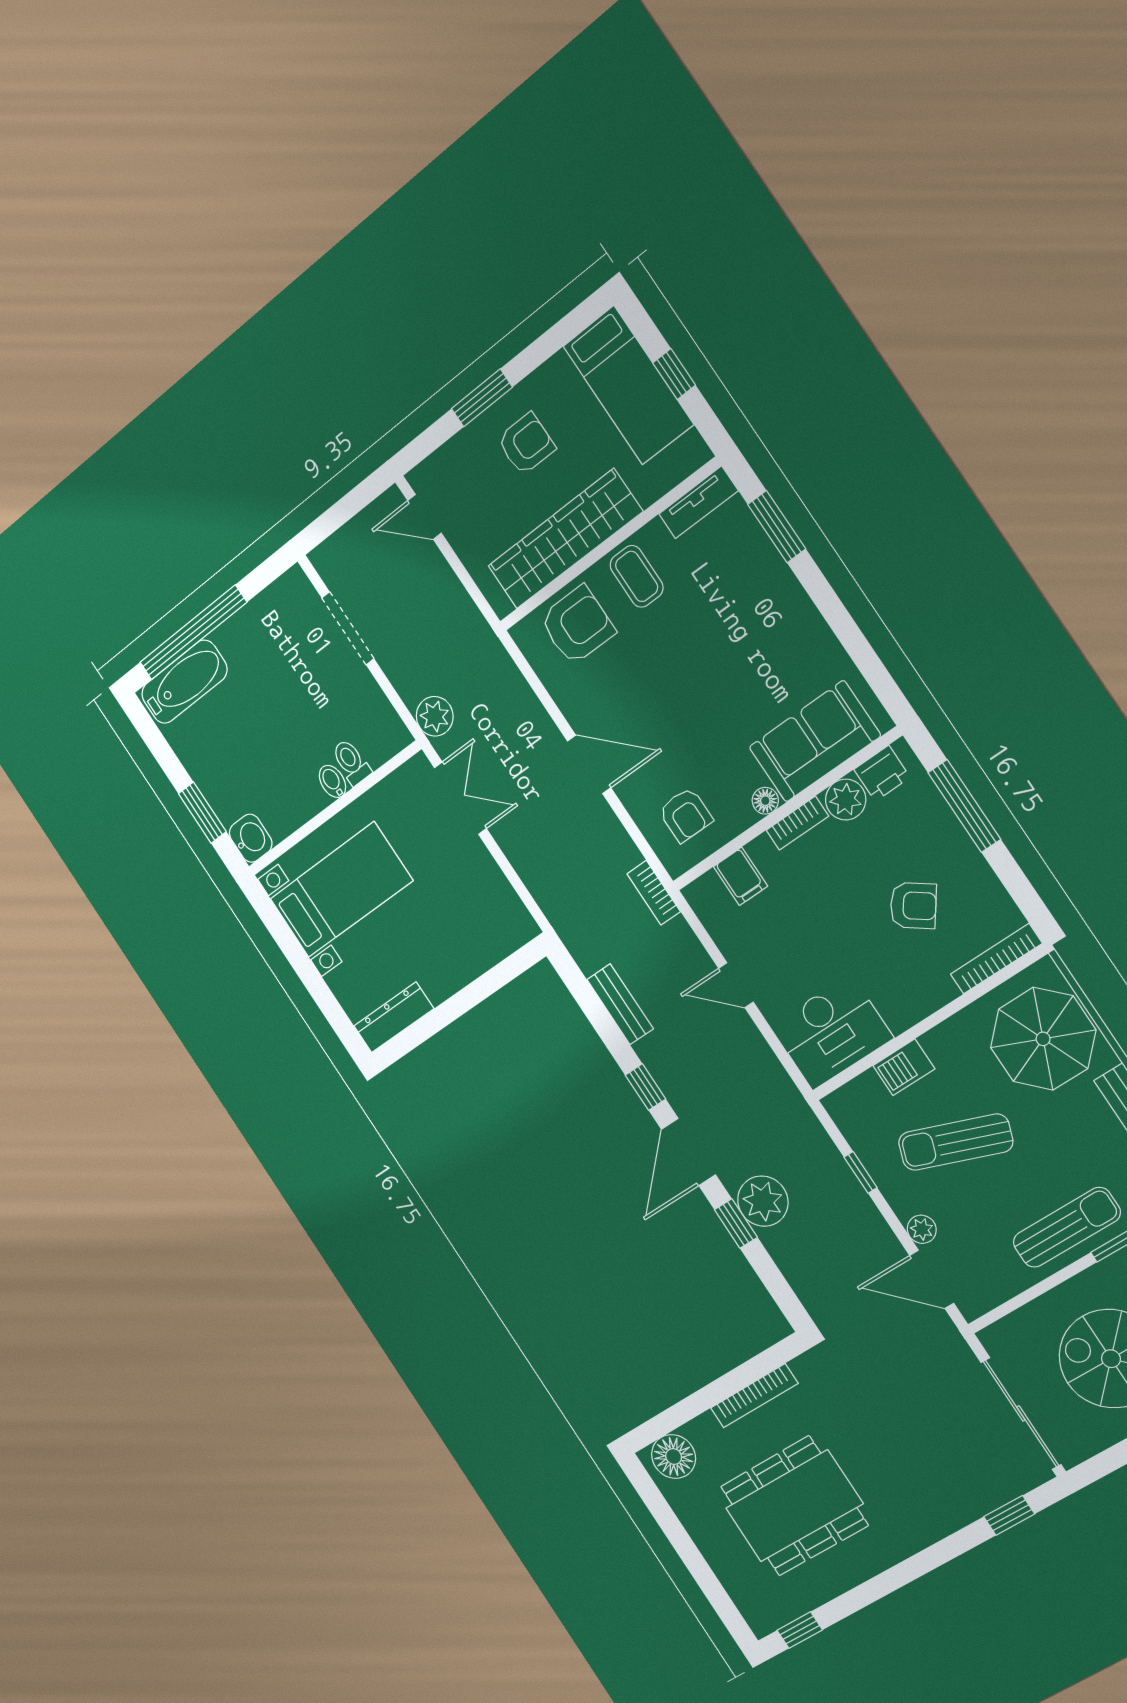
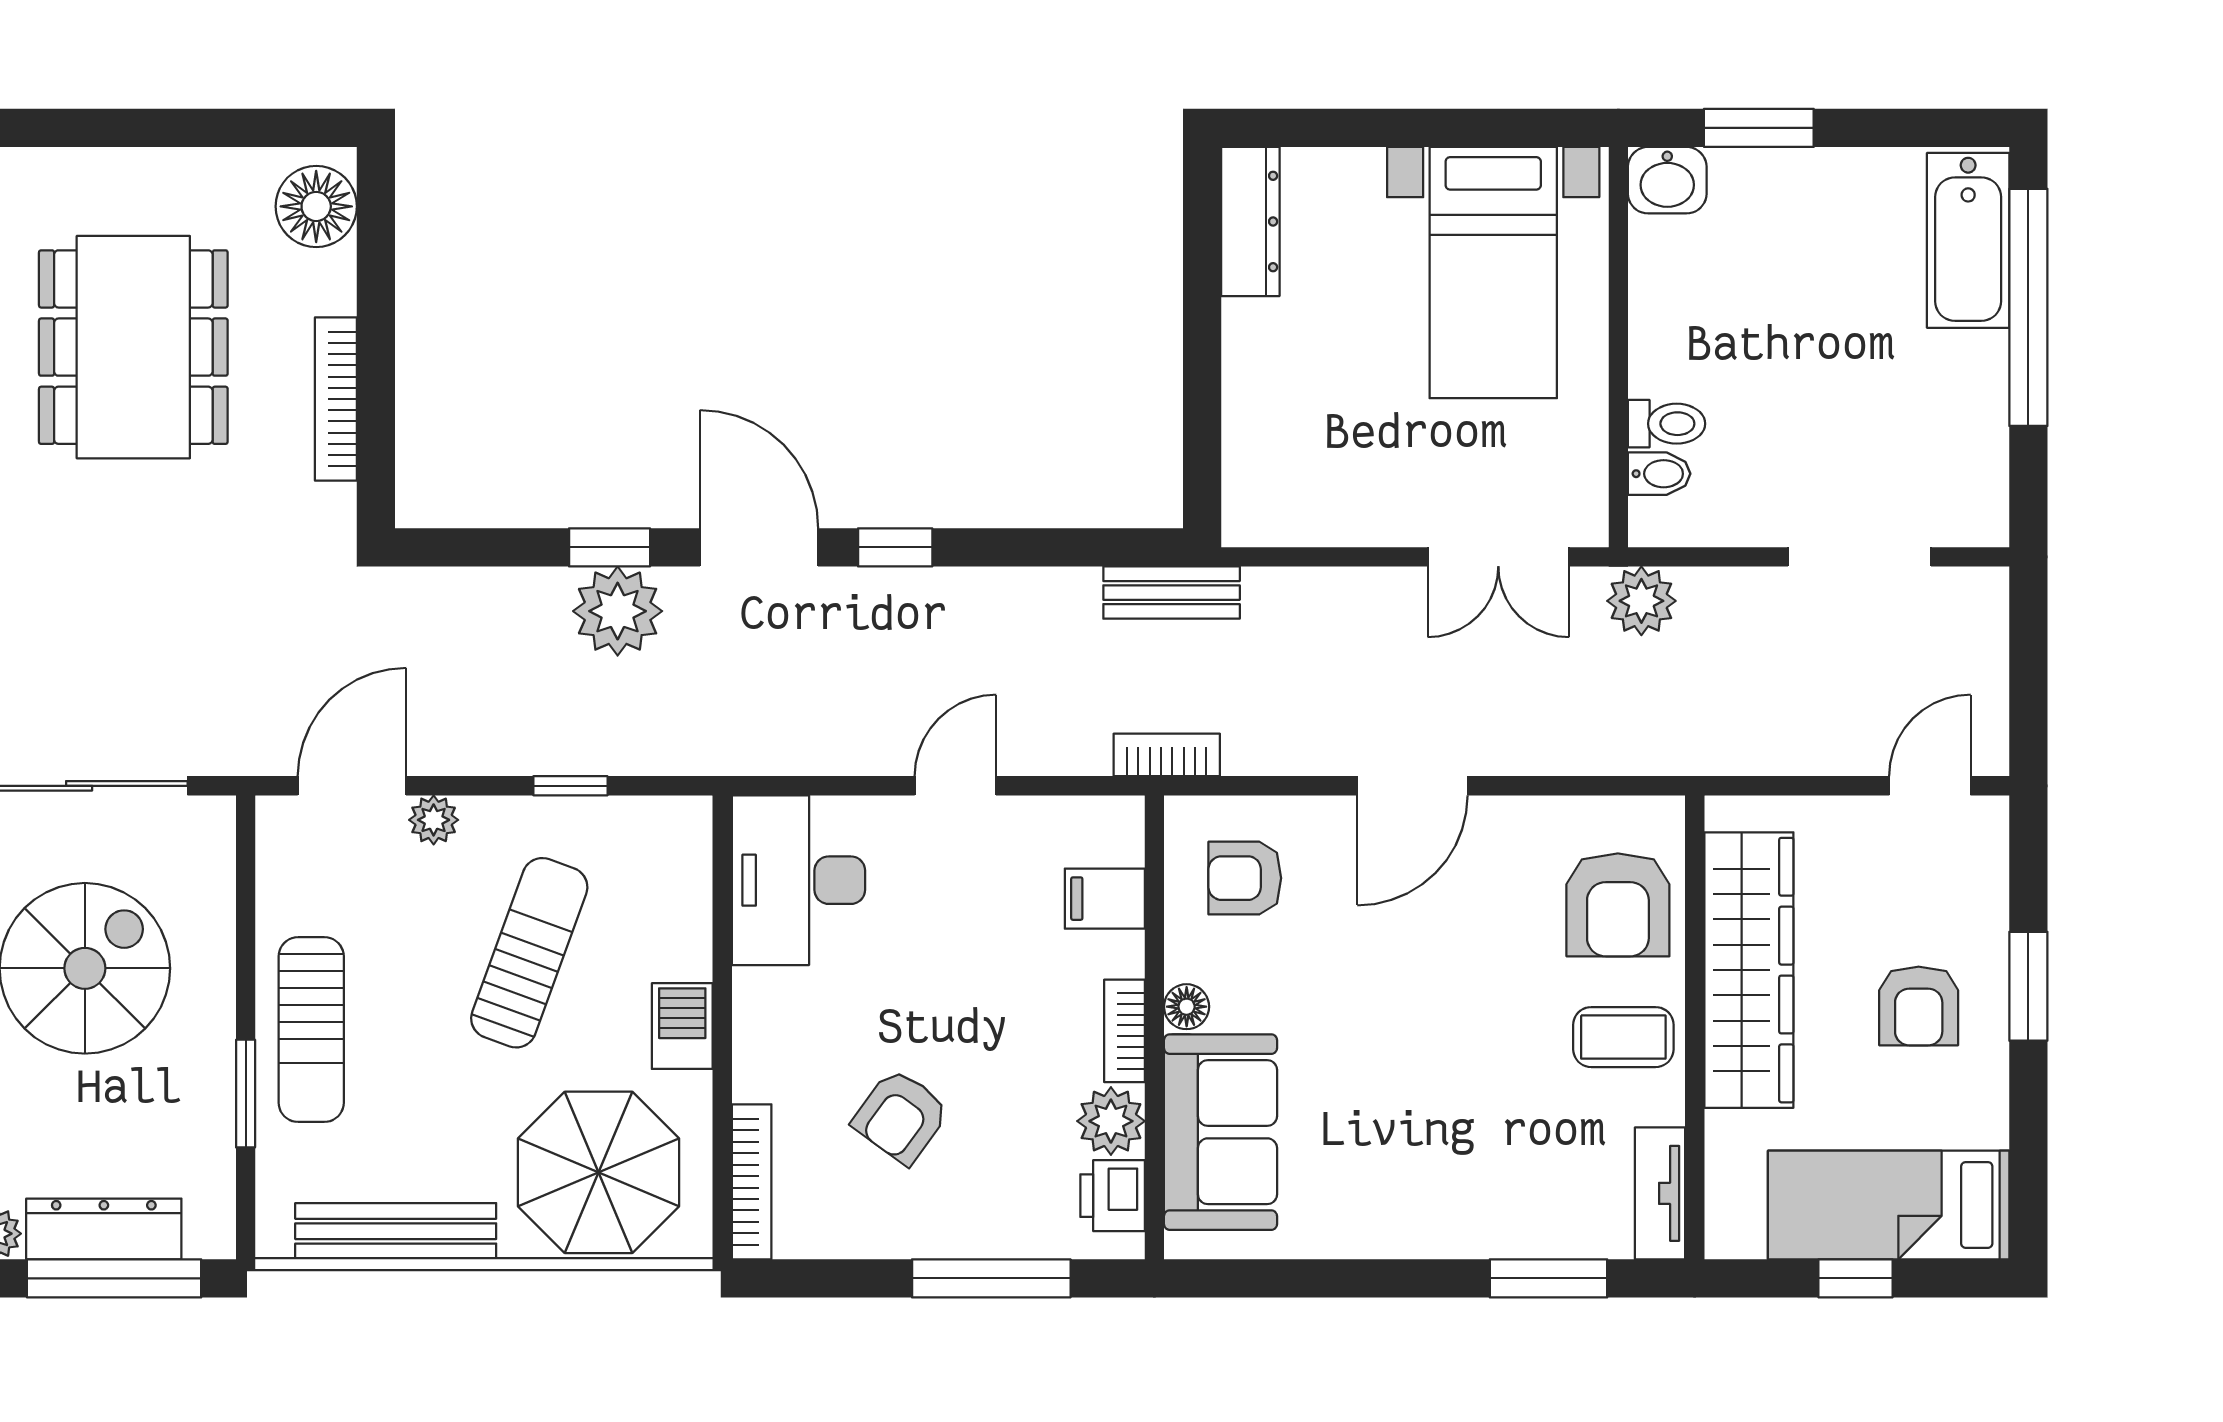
bidet: (333, 781) -> (1659, 474), moved
bench: (620, 1004) -> (1172, 593), moved
barbecue: (904, 1067) -> (682, 1026), moved

